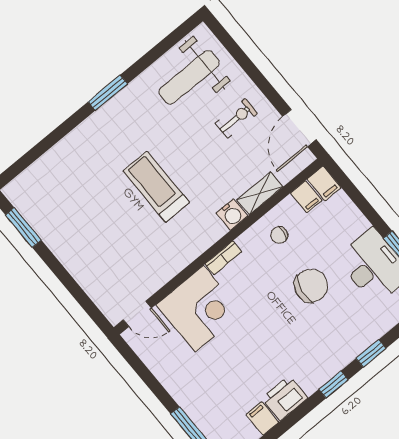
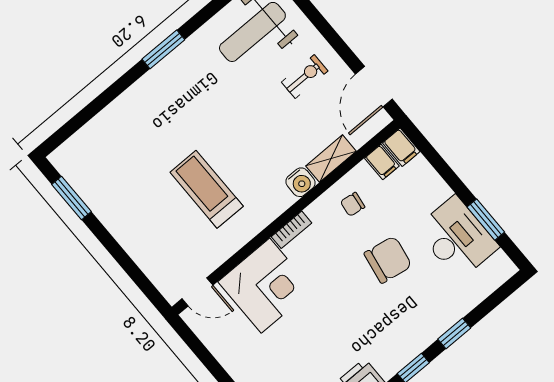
treadmill: (156, 187) -> (207, 189), moved

